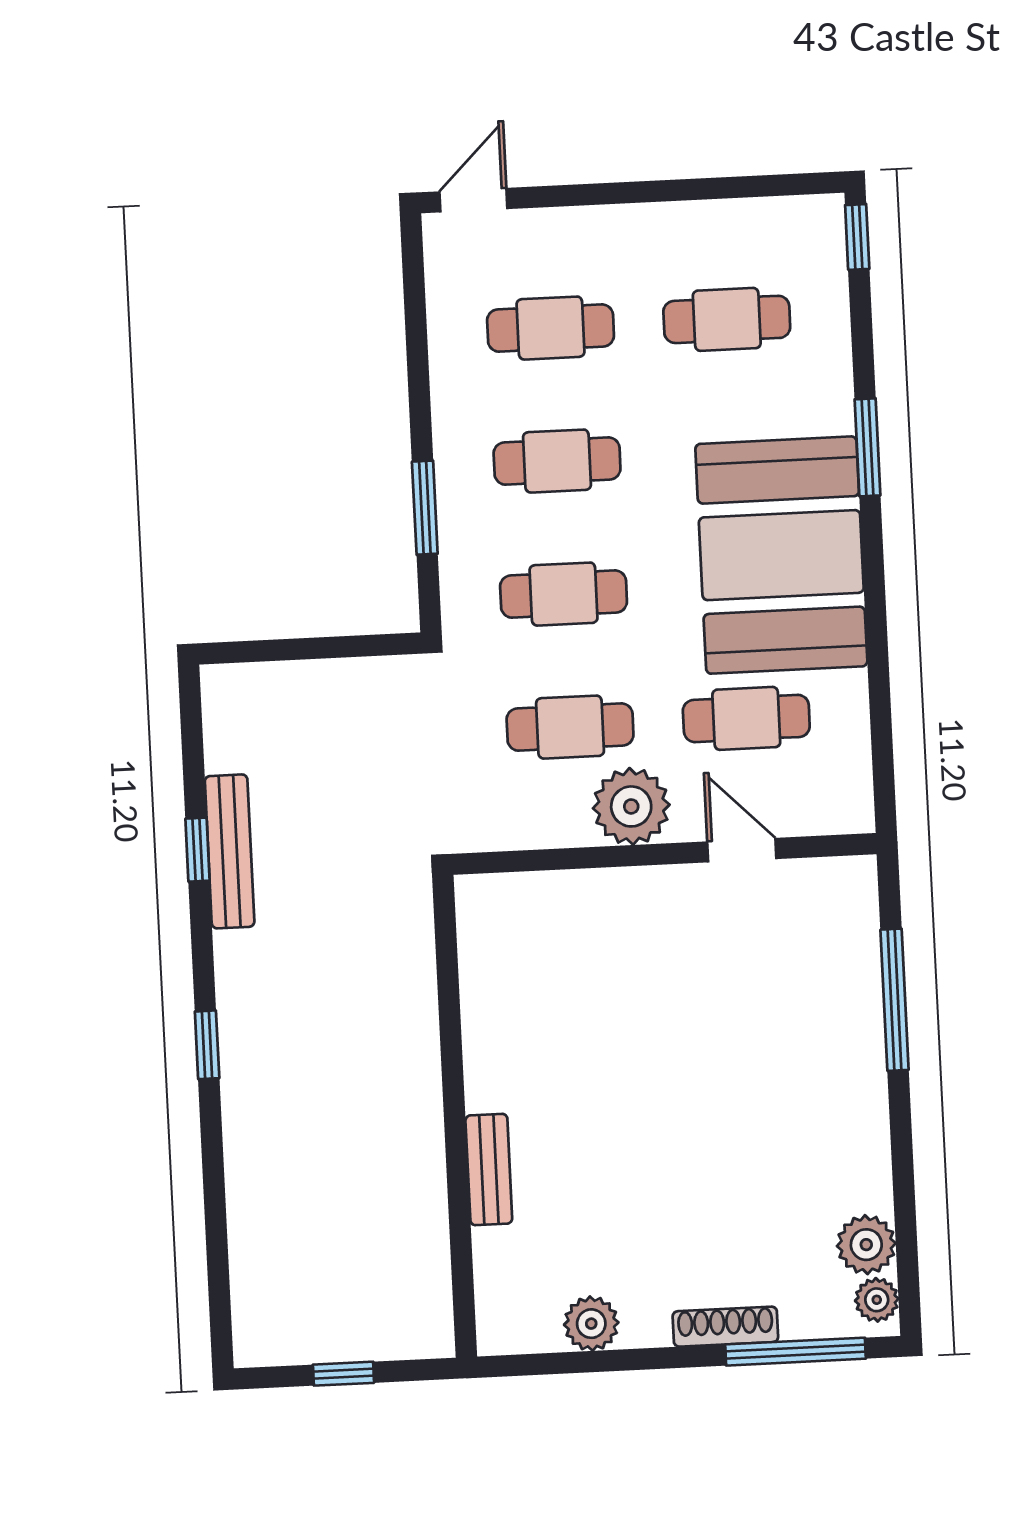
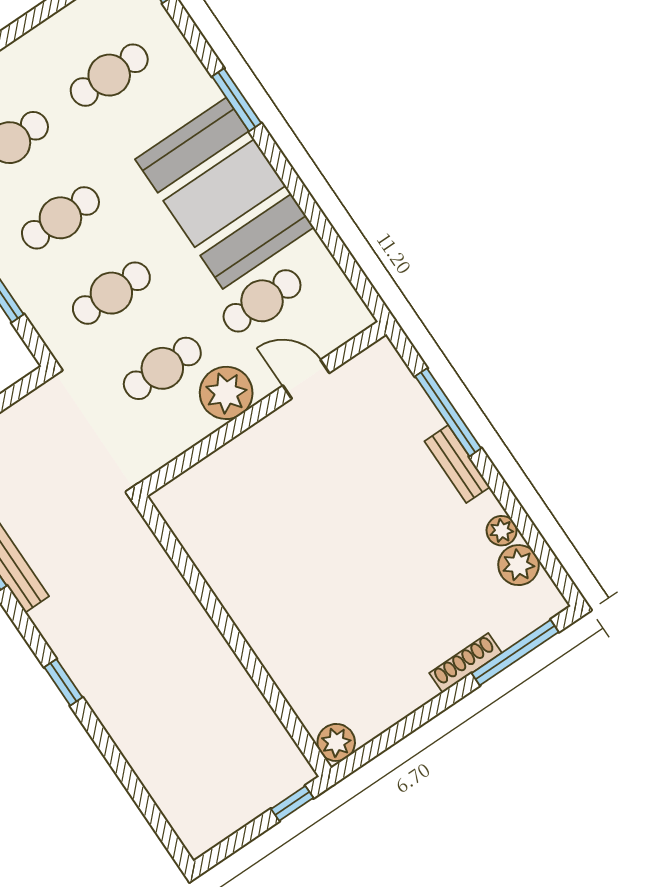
bench: (489, 1170) -> (457, 464), moved
plant: (877, 1300) -> (502, 531), moved
plant: (591, 1324) -> (336, 742), moved
window: (344, 1374) -> (292, 803), moved

